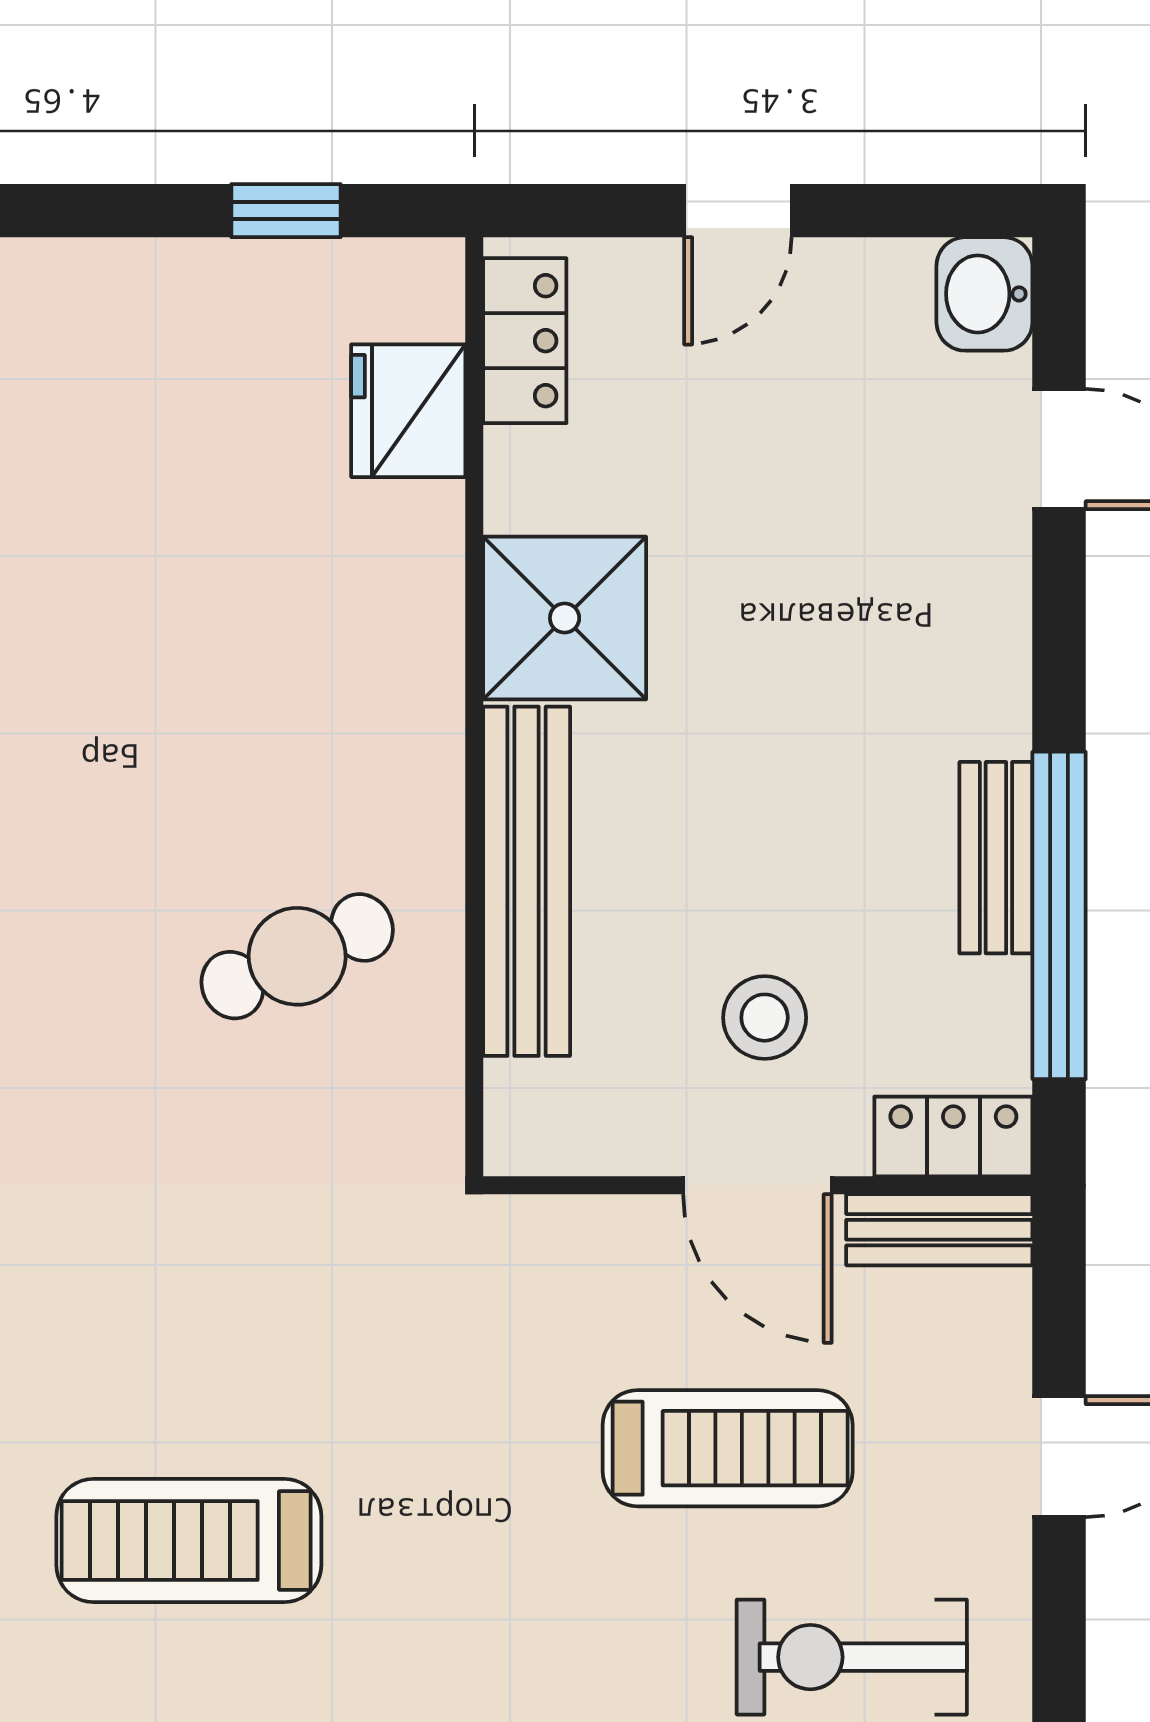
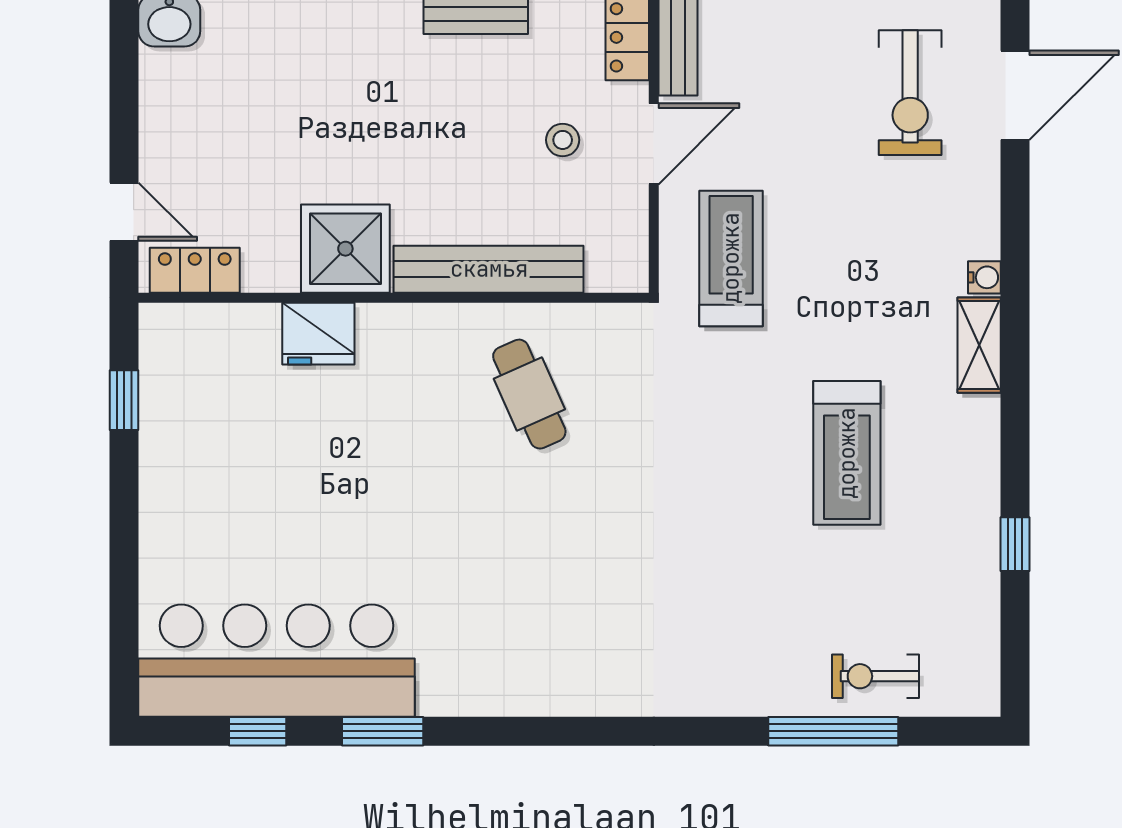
door: (738, 211) -> (124, 212), moved
fridge: (408, 411) -> (318, 334), moved
stool: (765, 1018) -> (563, 140), width x0.73, depth x0.73
treadmill: (728, 1448) -> (731, 258), moved

